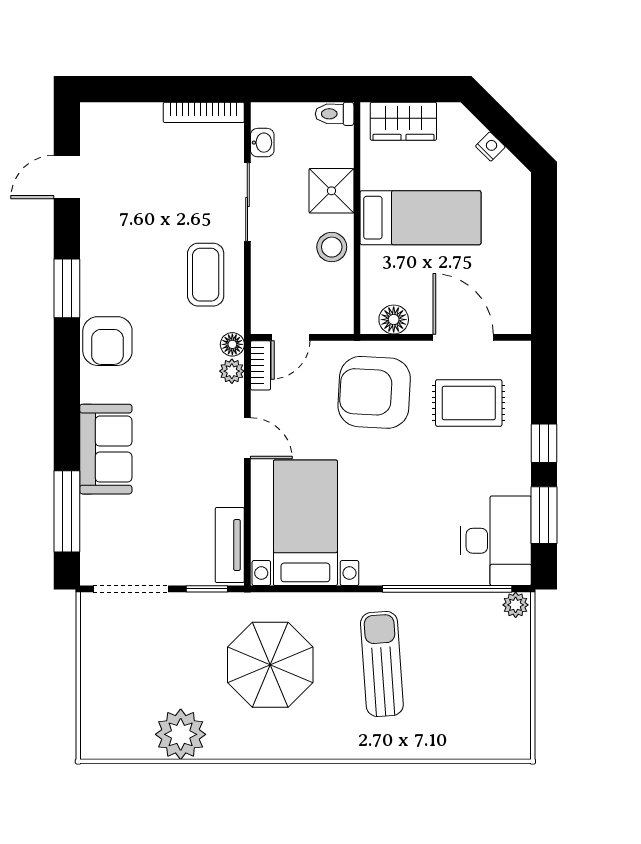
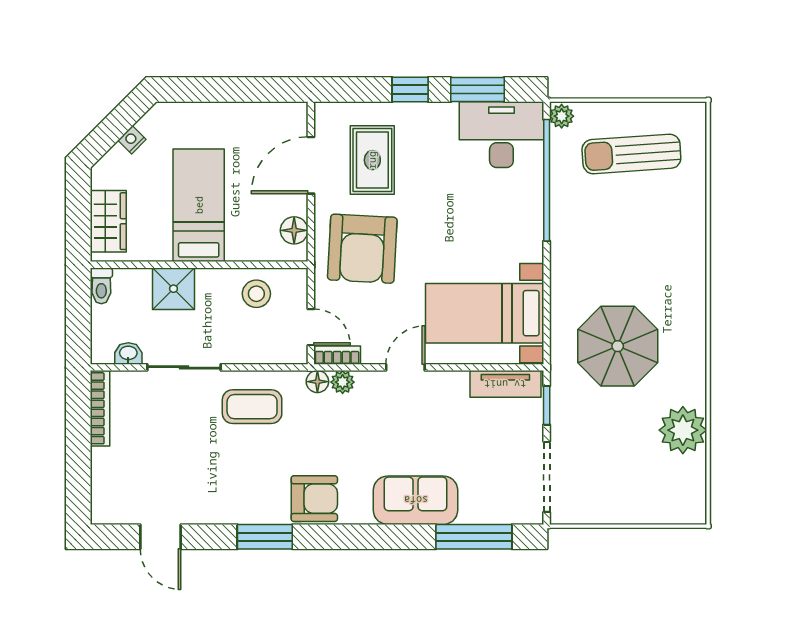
stool: (332, 247) -> (256, 294), moved
sun lounger: (382, 664) -> (631, 154), moved

